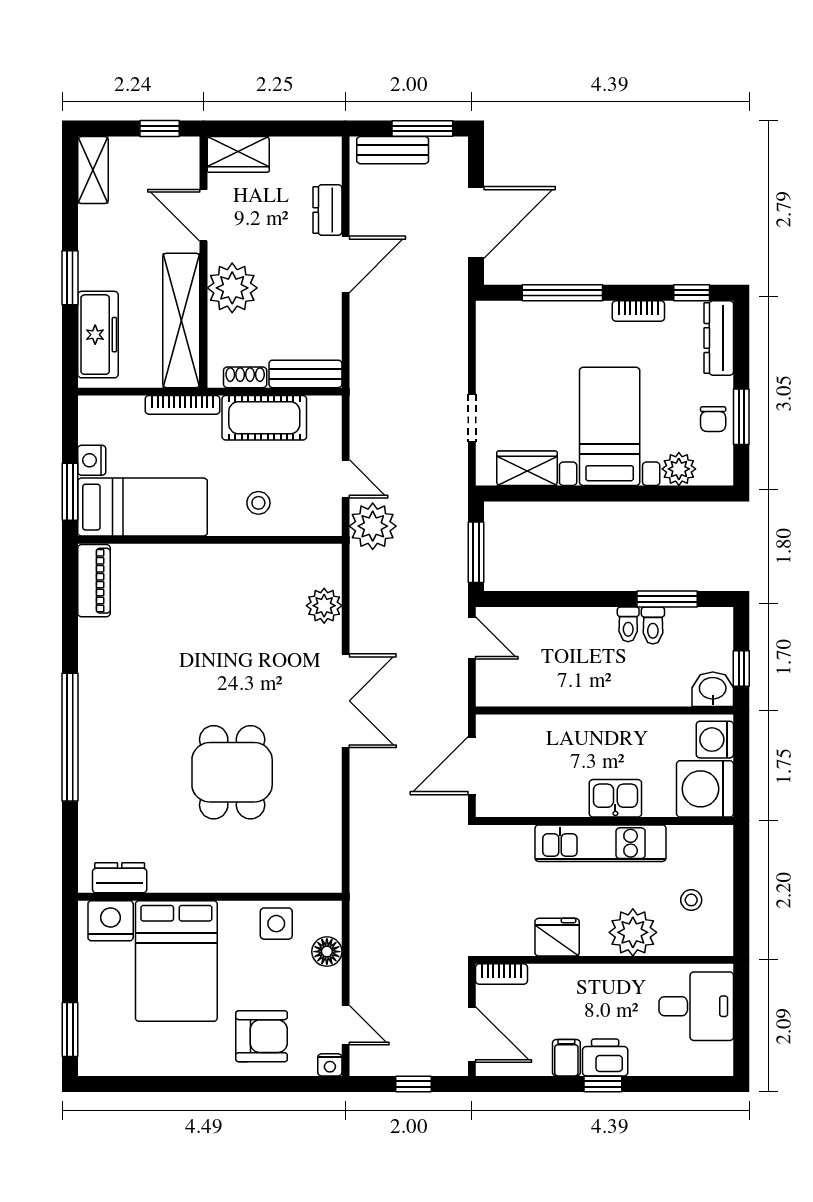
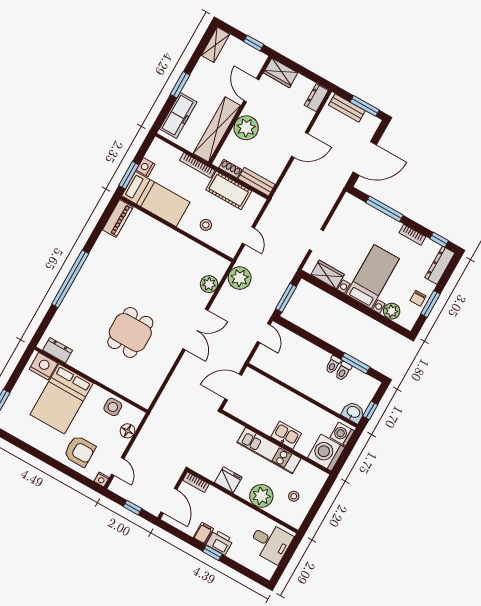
dresser: (327, 210) -> (316, 98), moved
plant: (373, 526) -> (240, 278), moved

